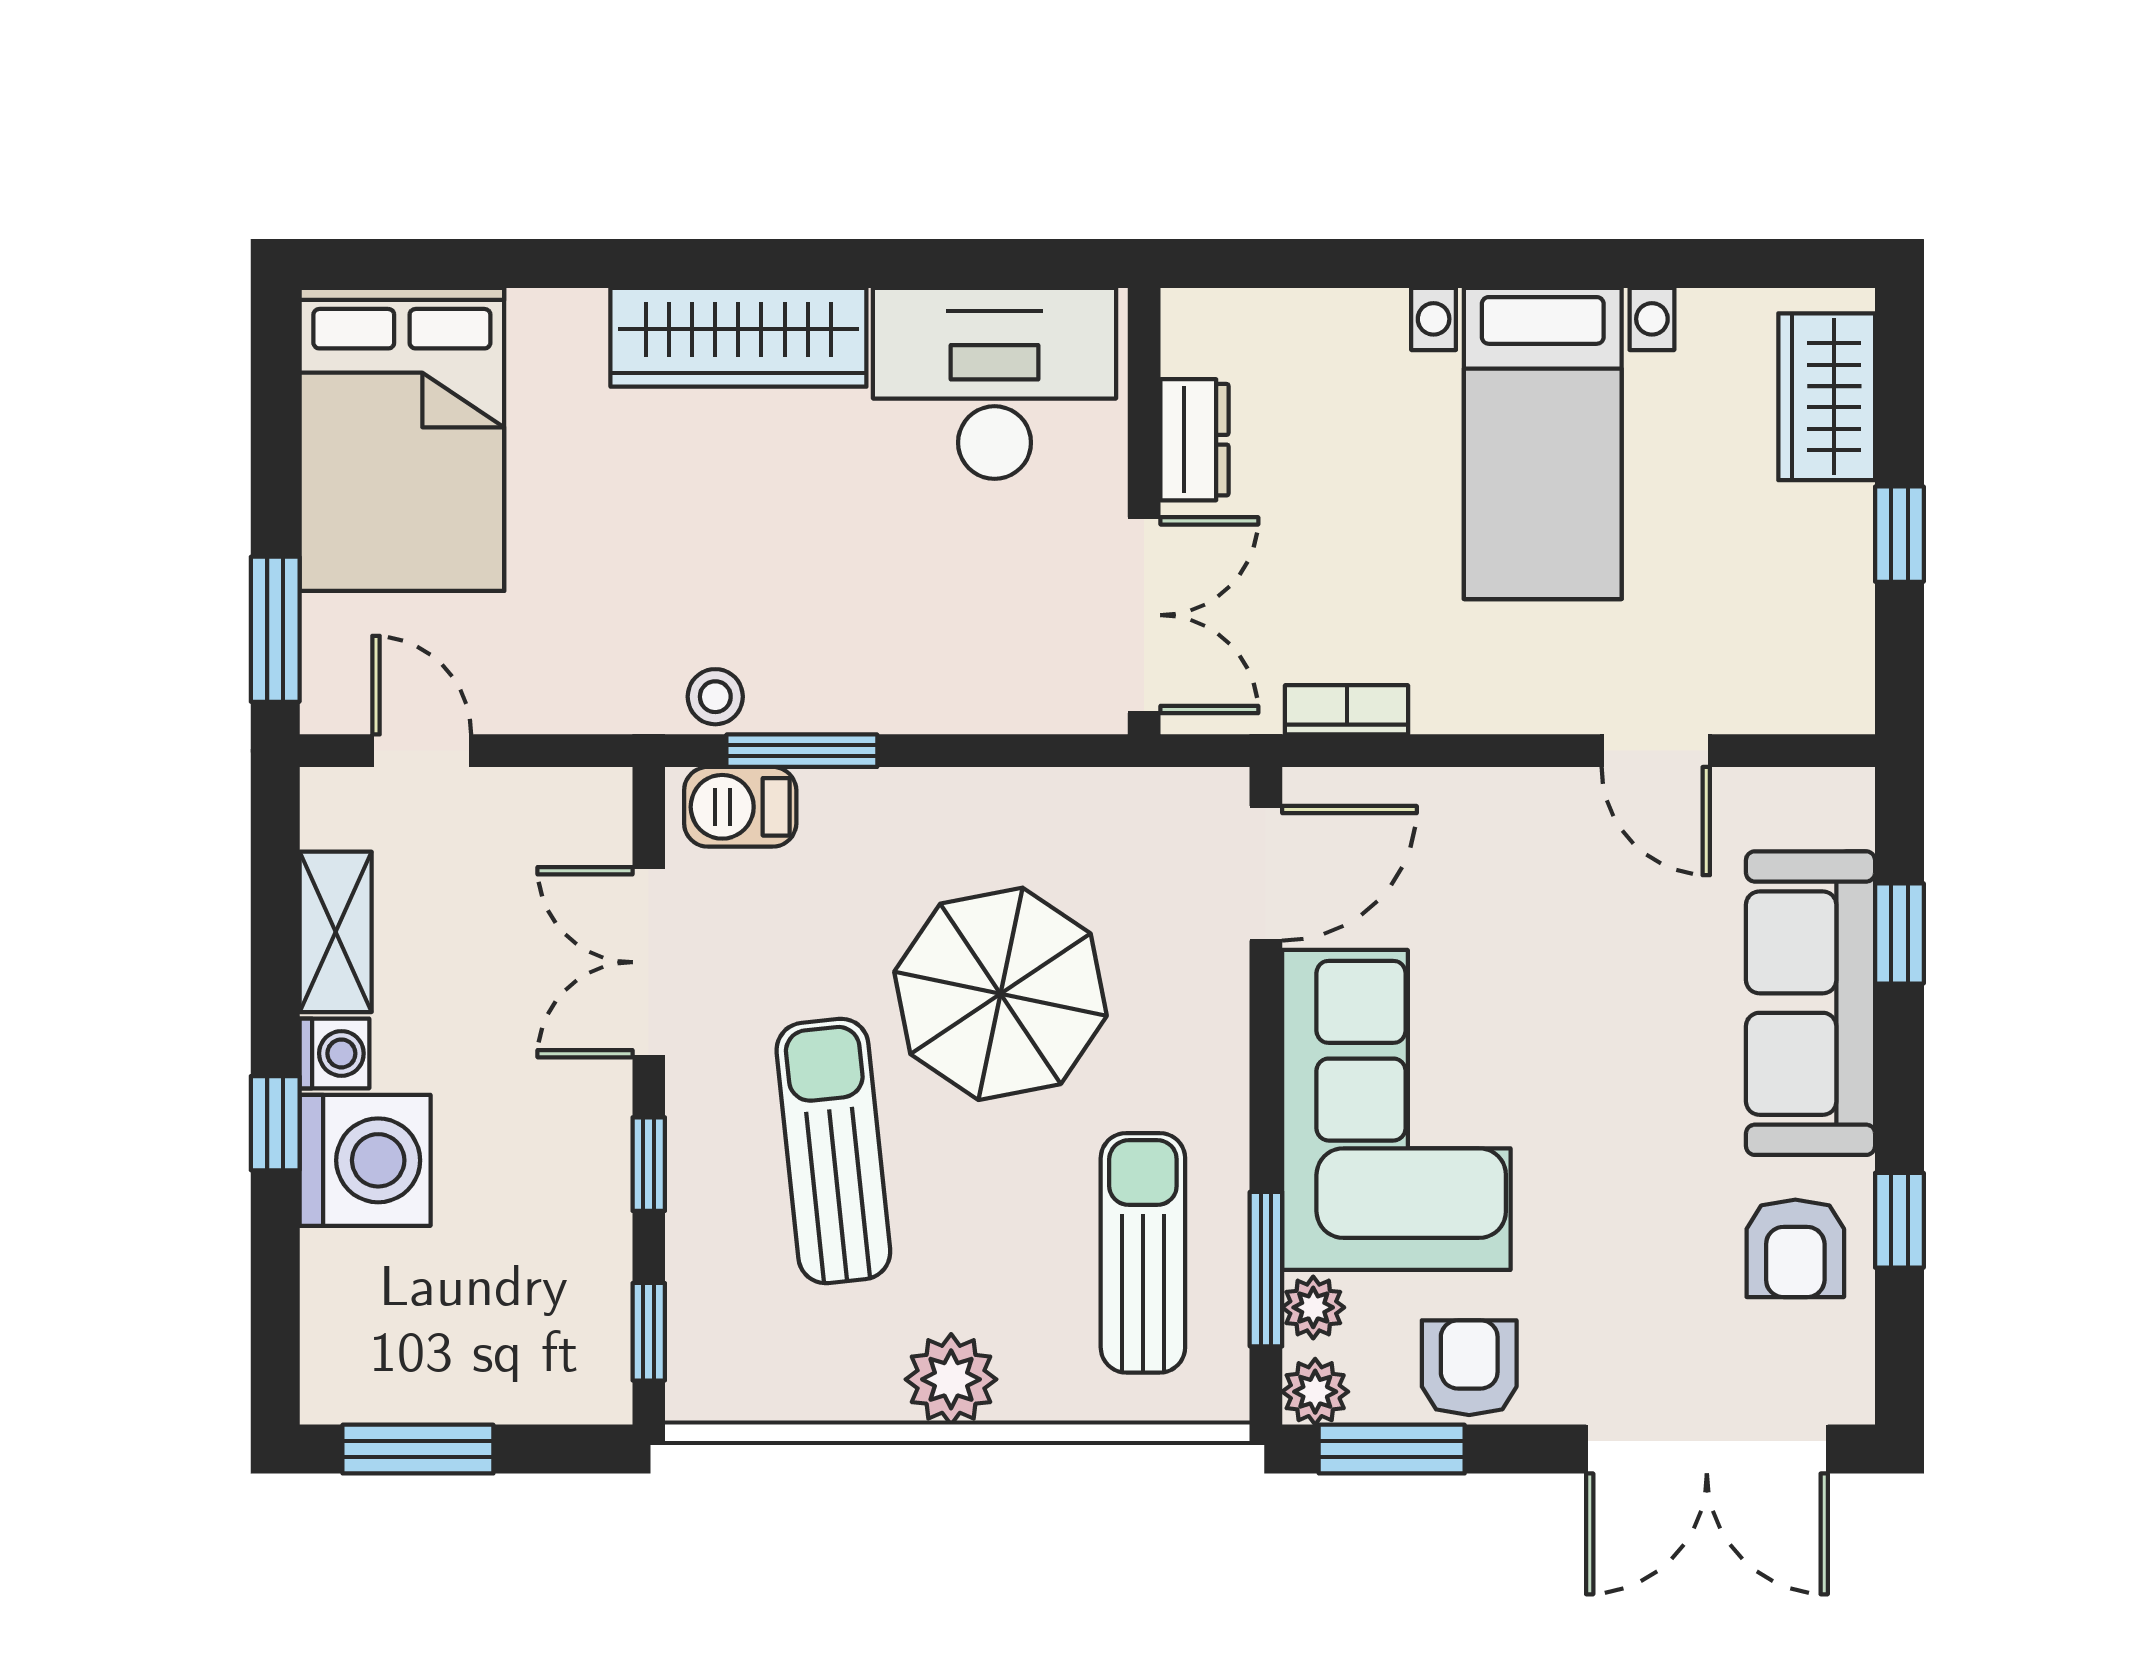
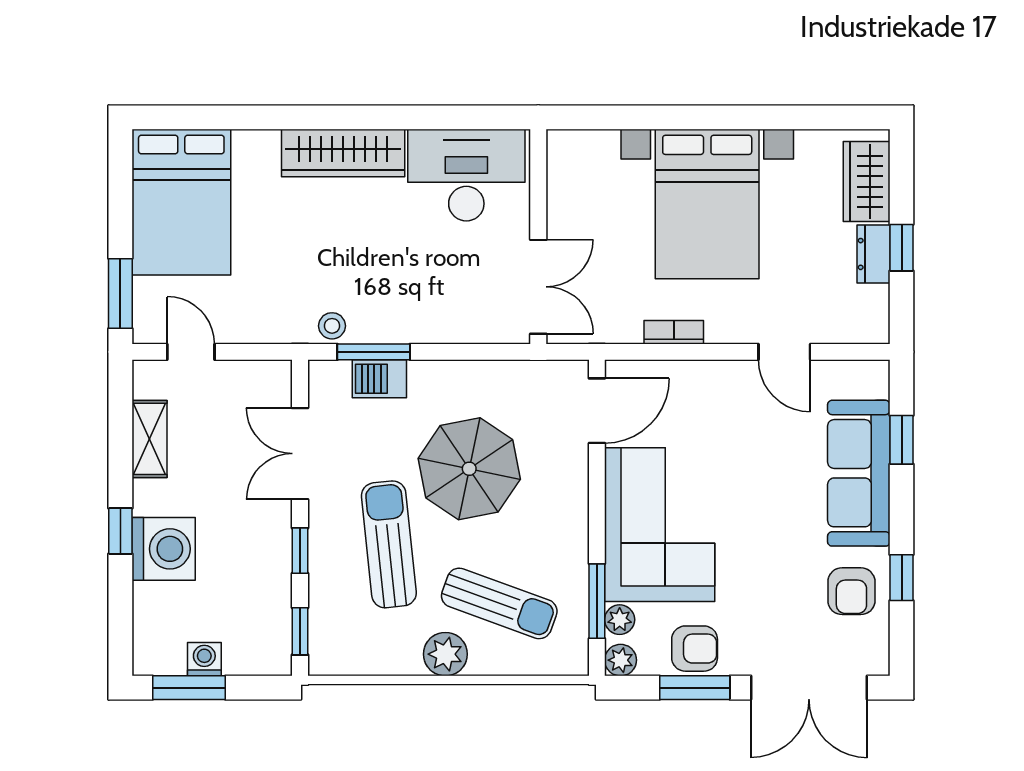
dresser: (1194, 440) -> (873, 254), moved, turned 180
bed with nightstands: (1543, 443) -> (707, 204), width x1.36
bookcase: (1347, 710) -> (674, 332), moved
barbecue: (740, 807) -> (379, 379), moved
washing machine: (334, 1053) -> (204, 659), moved, turned -90
sun lounger: (1143, 1253) -> (499, 603), moved, turned 110
armchair: (1469, 1368) -> (695, 649), turned 90
window: (1392, 1449) -> (695, 688), moved

